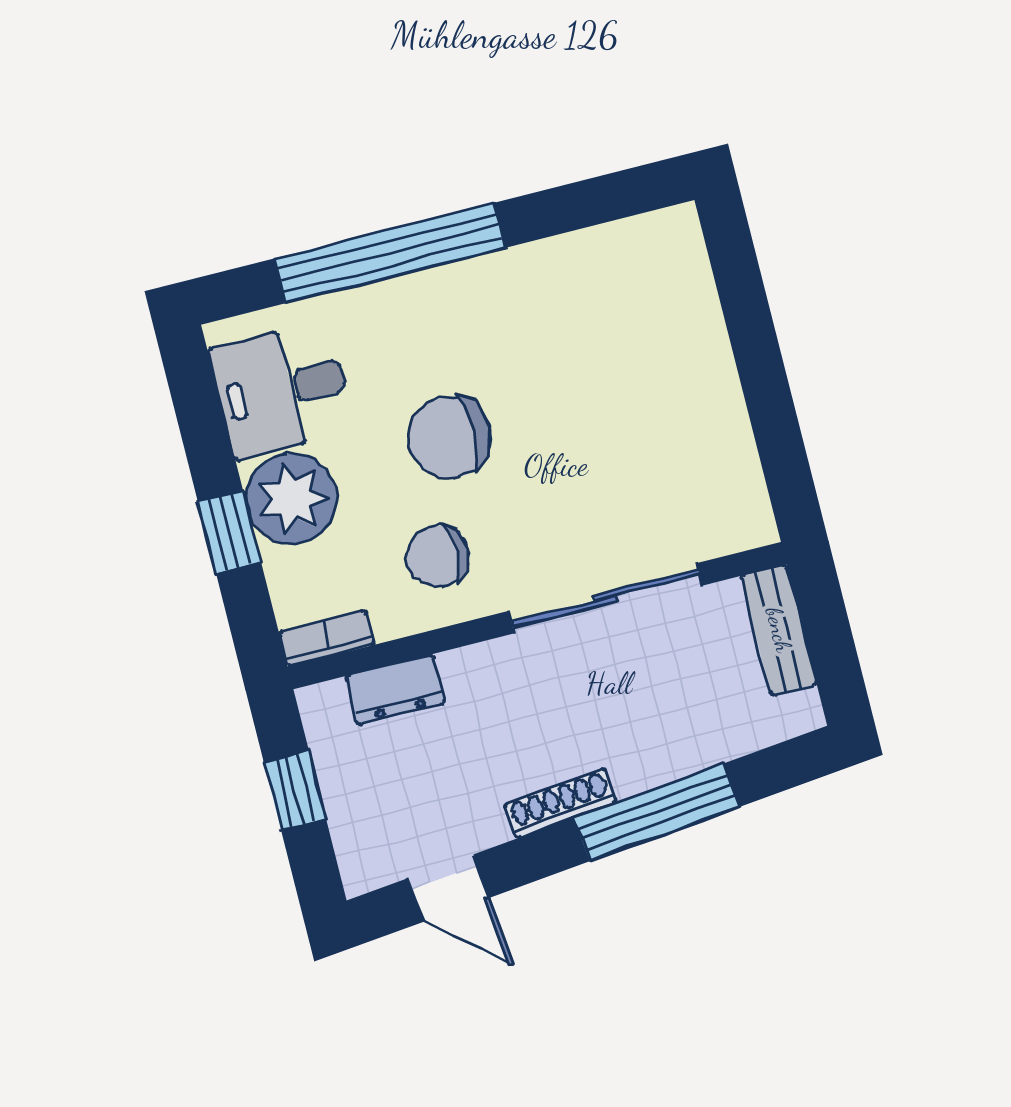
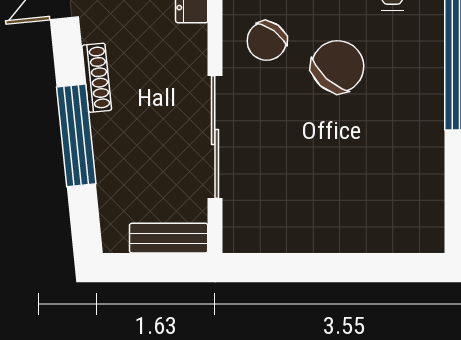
chair: (449, 437) -> (338, 67), turned 42
chair: (437, 556) -> (267, 41), turned -144

